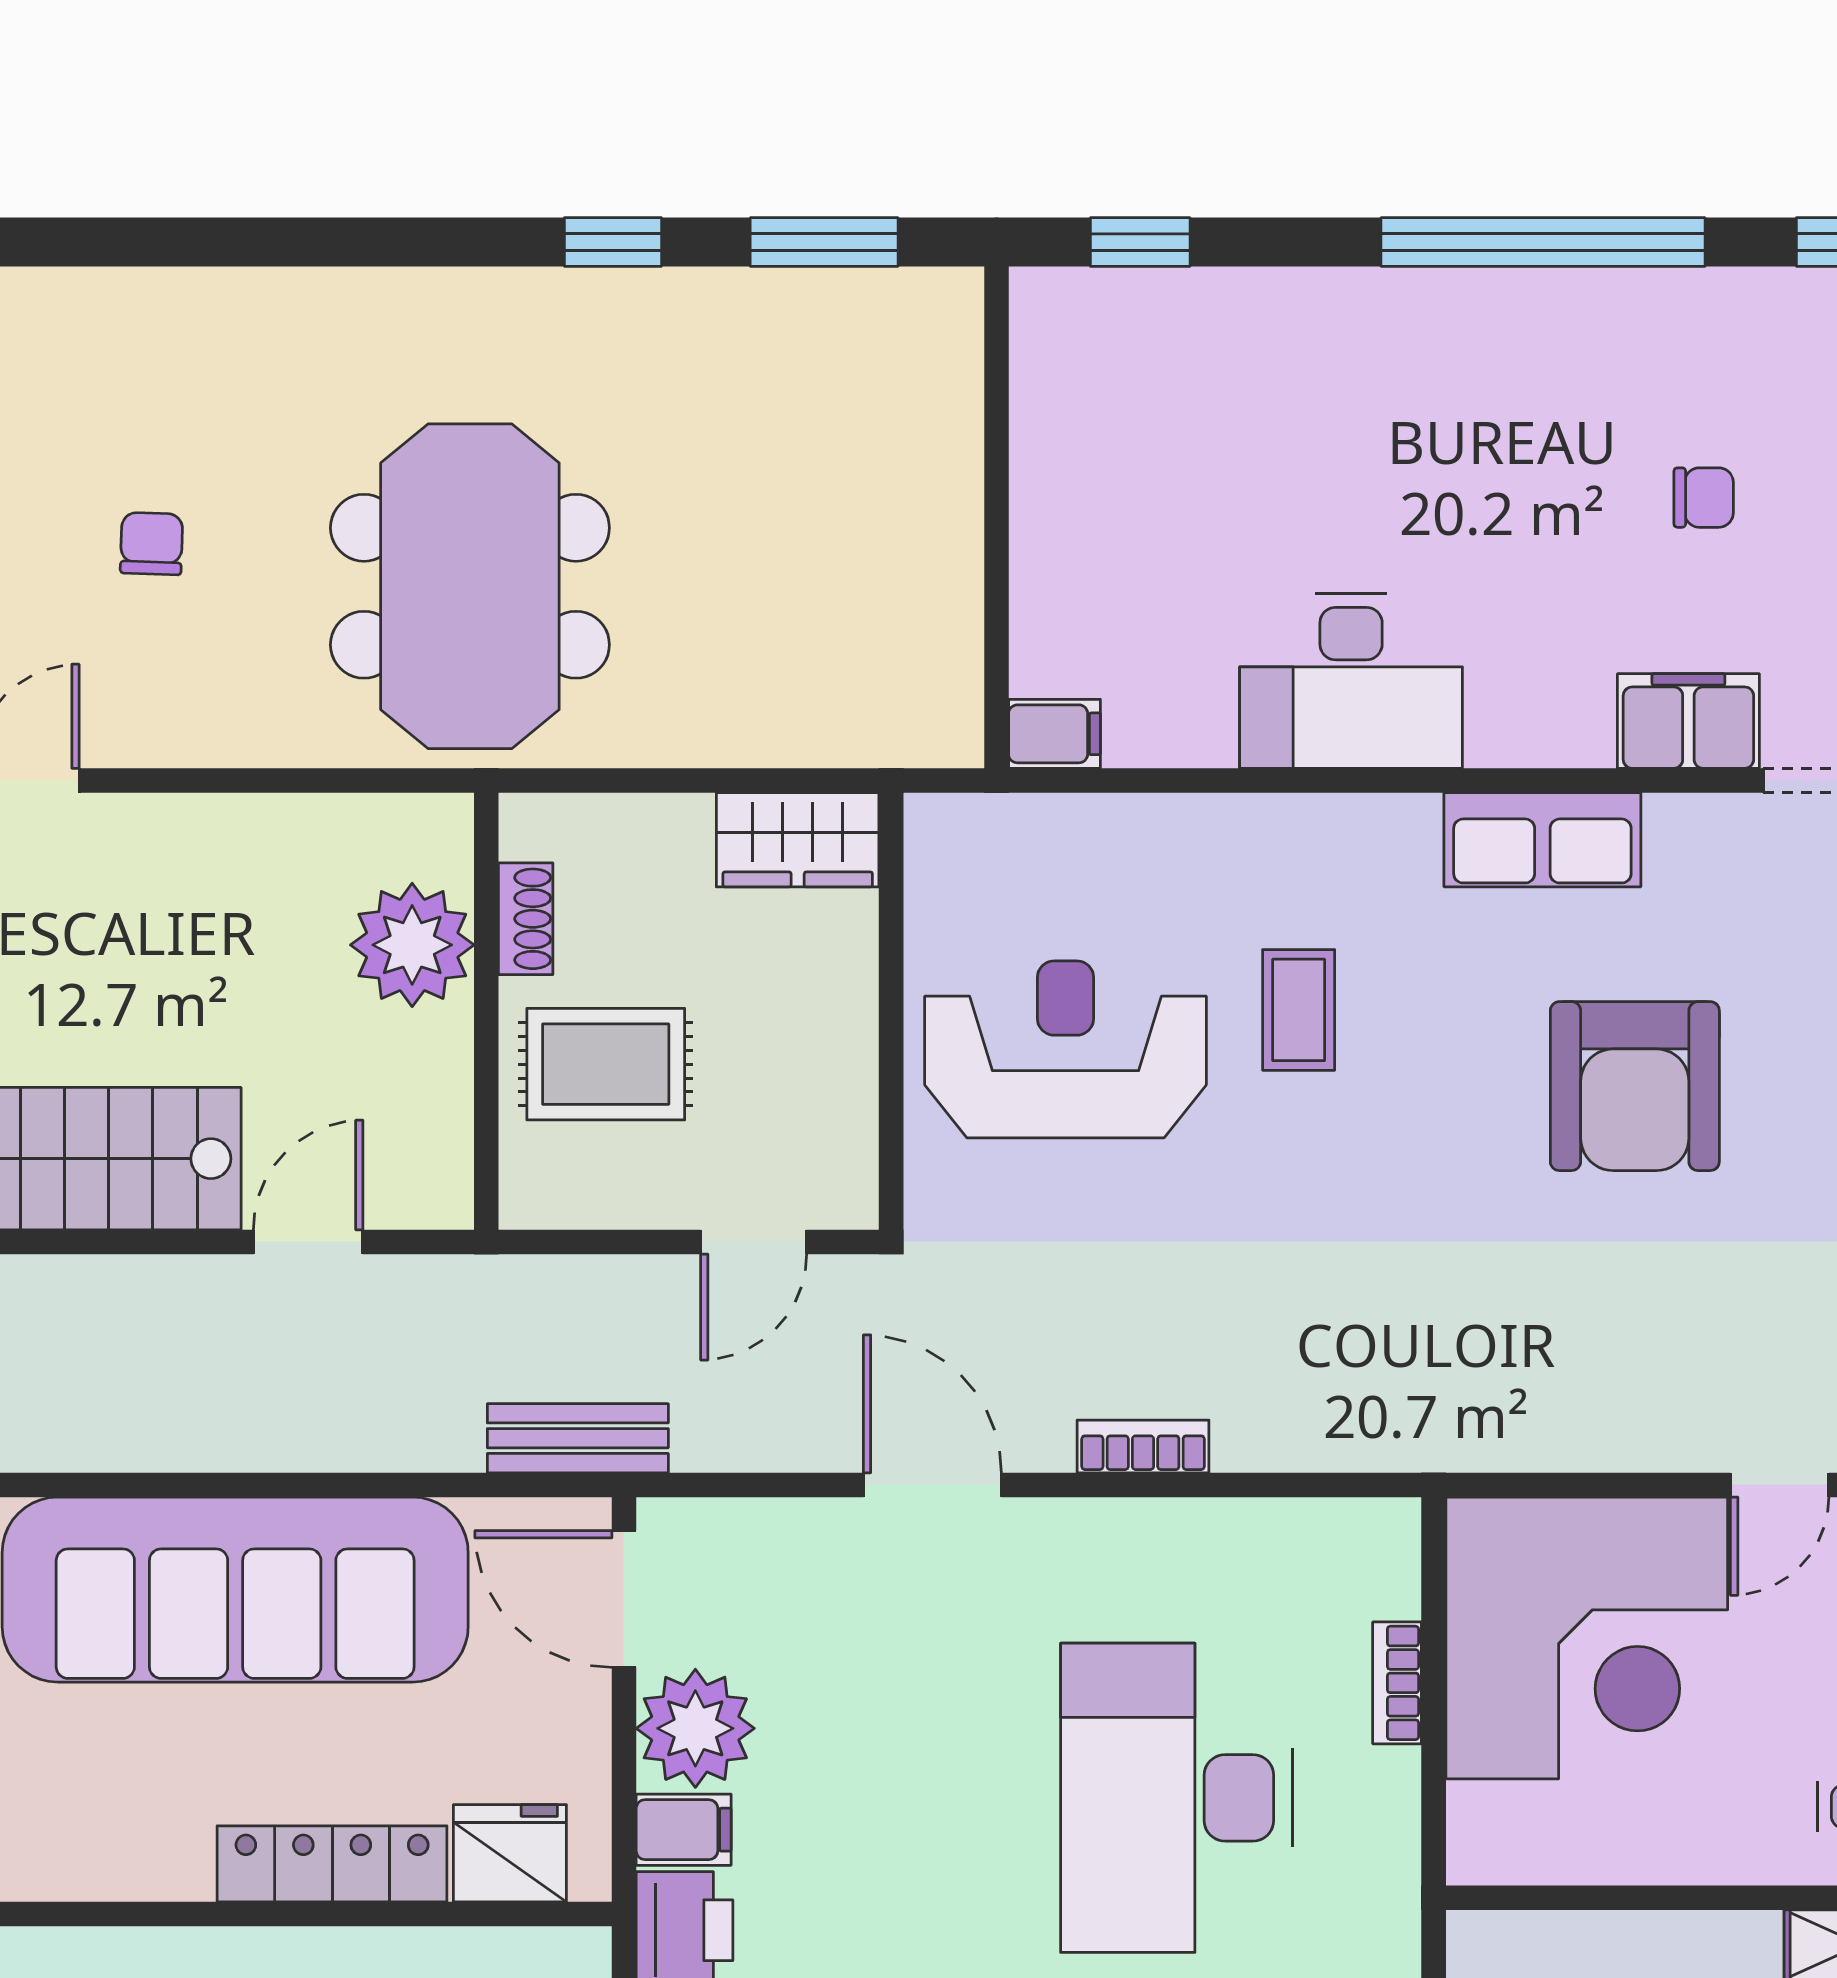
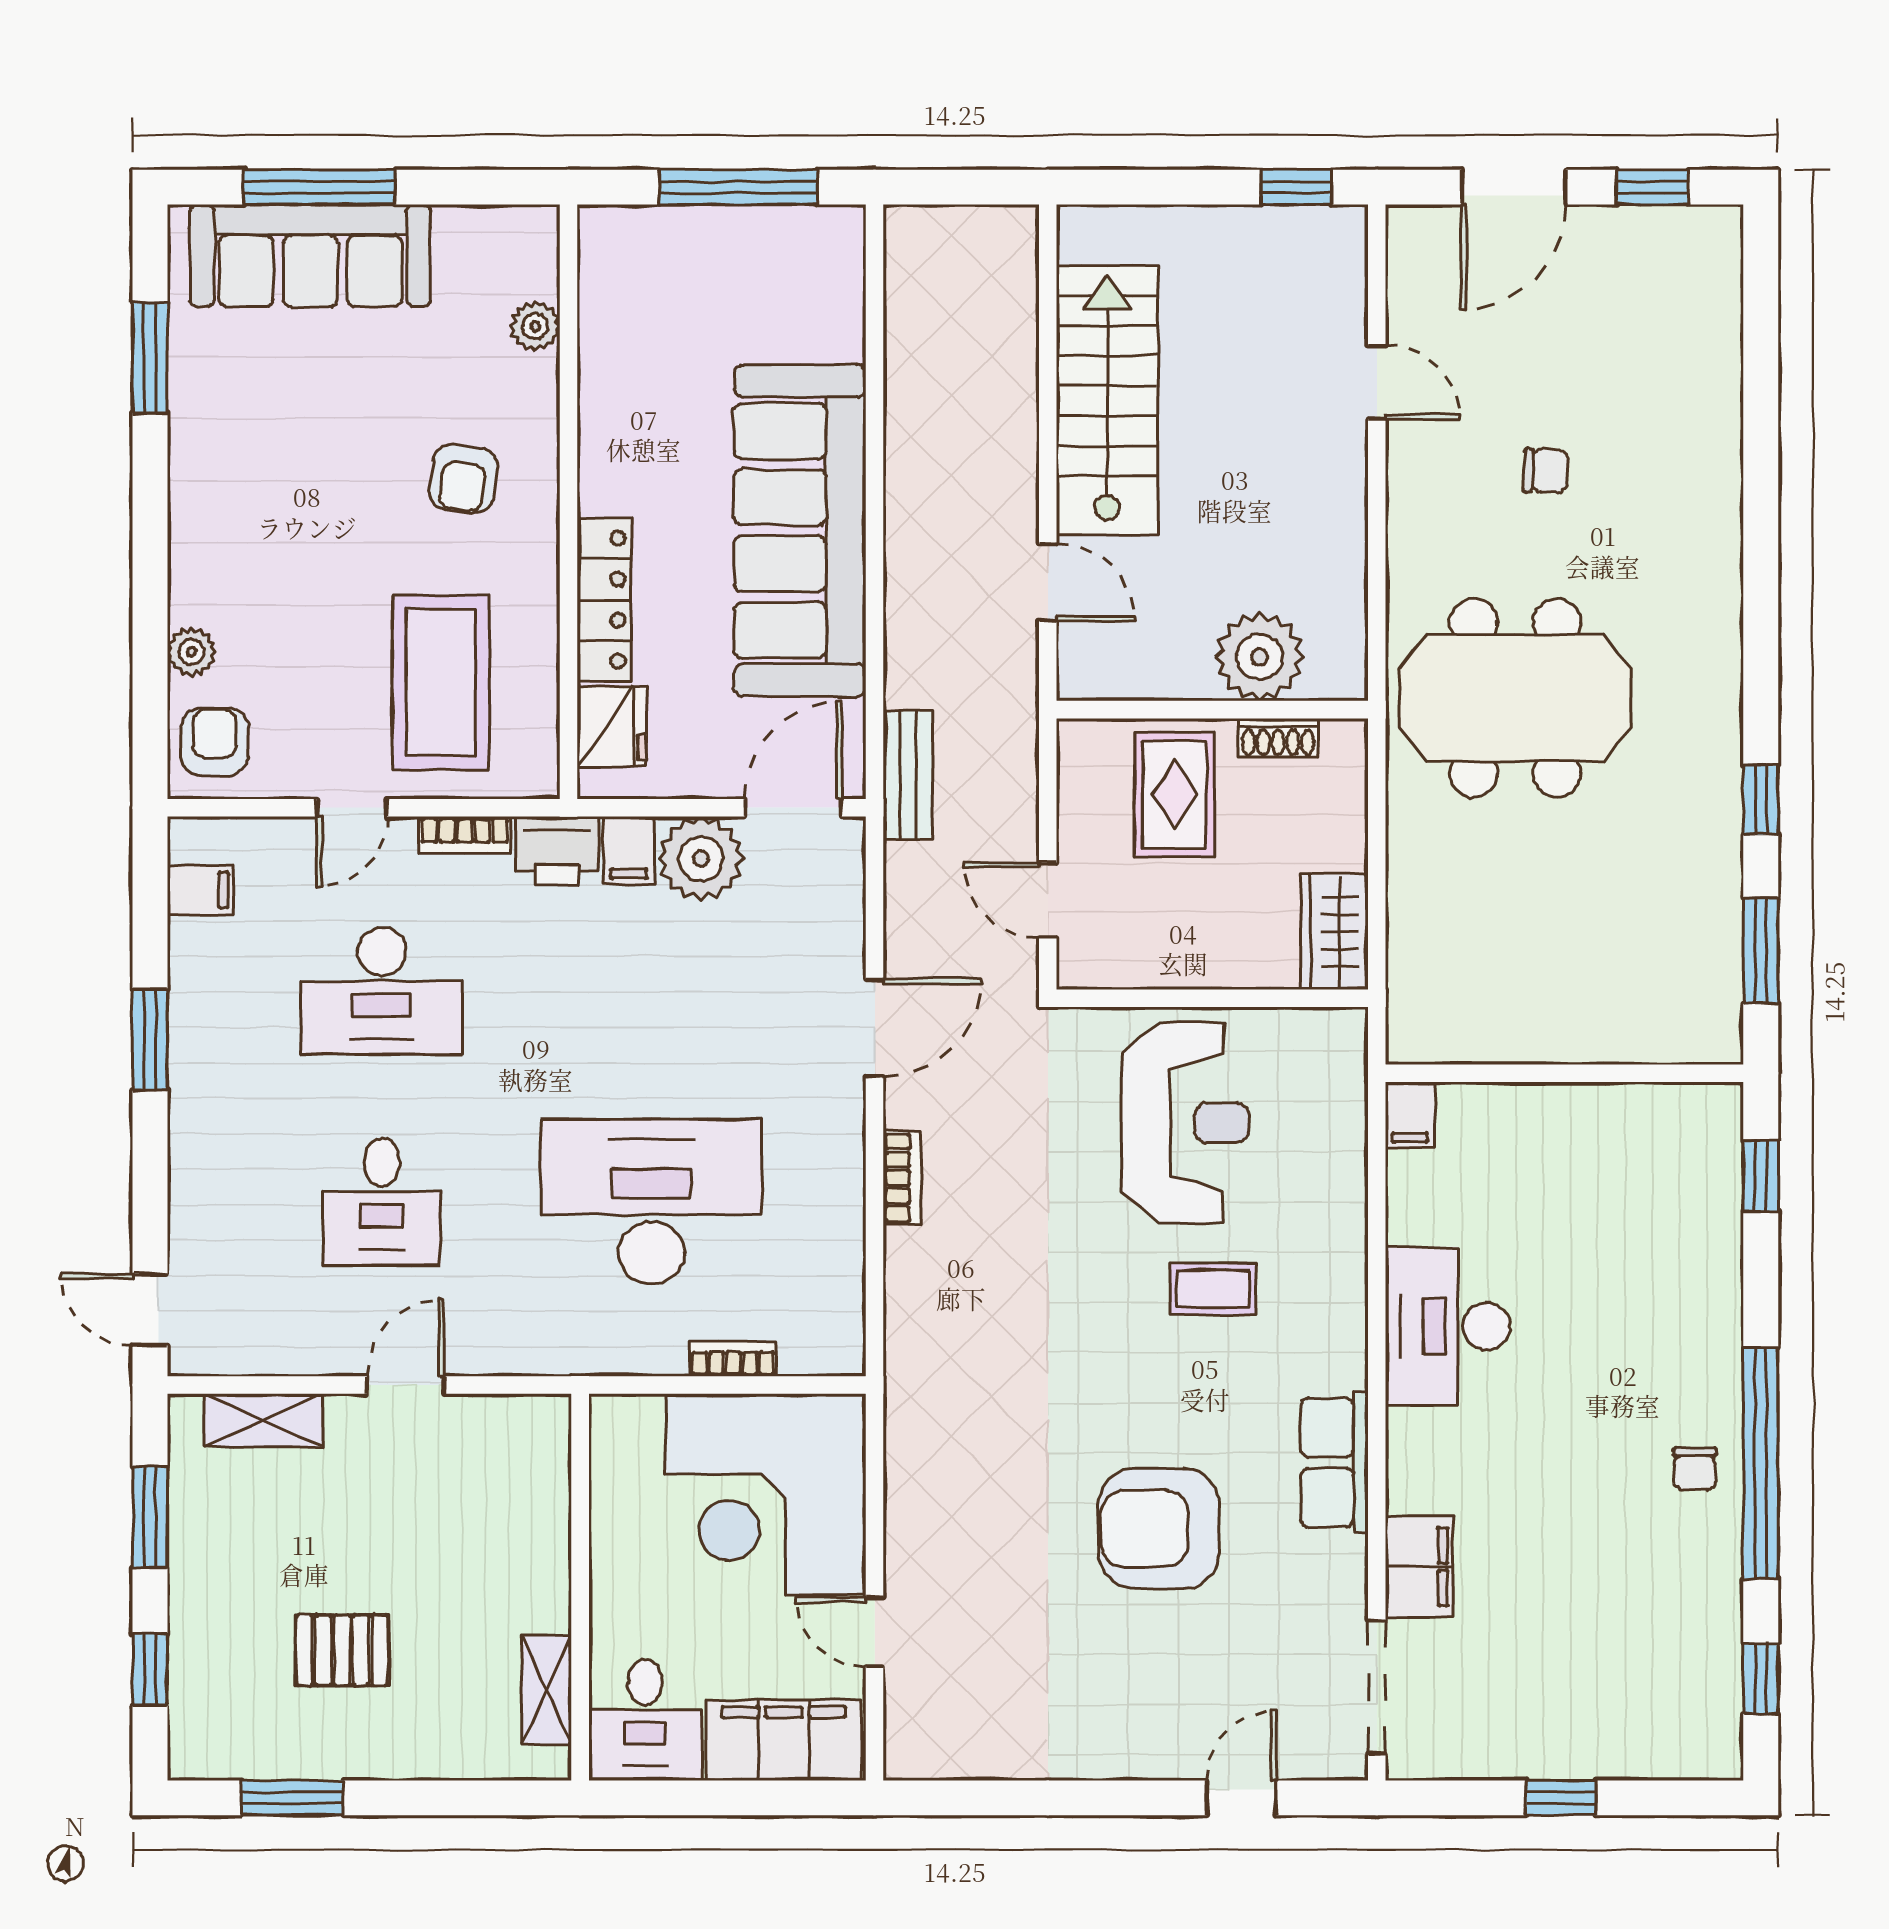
chair: (1704, 498) -> (1695, 1469), moved

